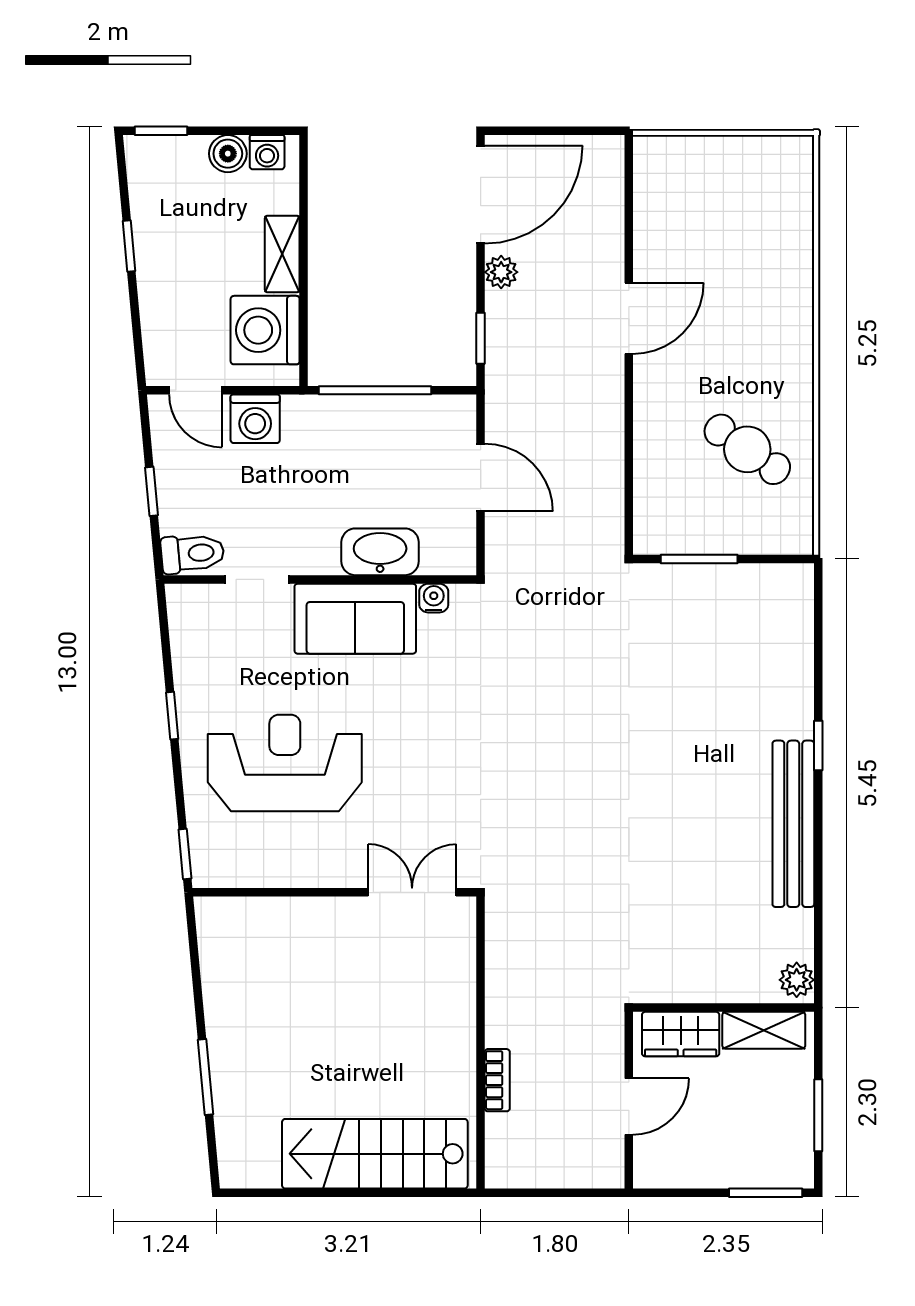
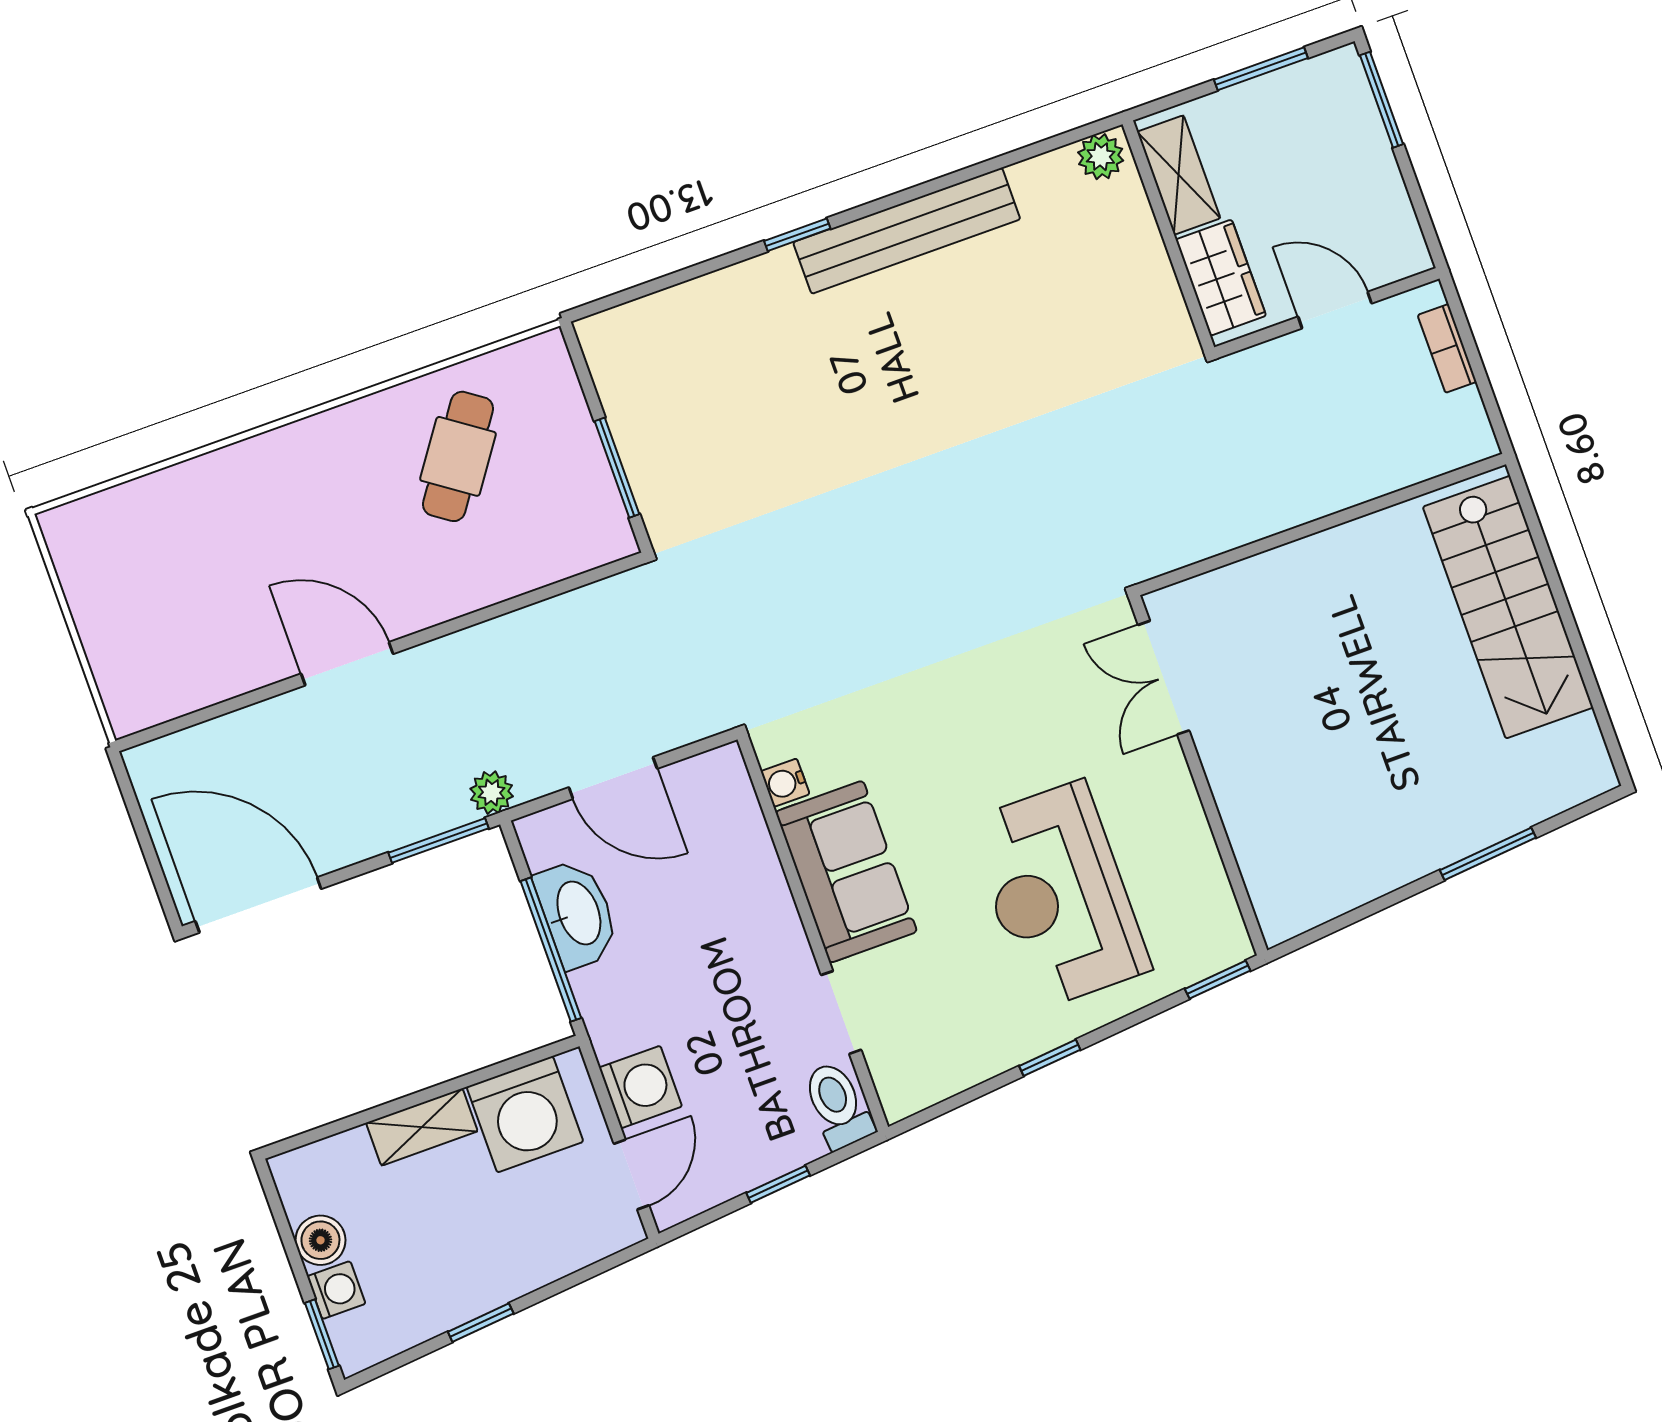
washing machine: (267, 152) -> (336, 1290), moved
plant: (501, 272) -> (492, 793), moved
window: (481, 338) -> (438, 841), width x1.50
door: (481, 477) -> (613, 778), swing flipped
washbasin: (380, 552) -> (577, 914), moved, turned 180
bookcase: (497, 1080) -> (1447, 348), moved, turned -90

